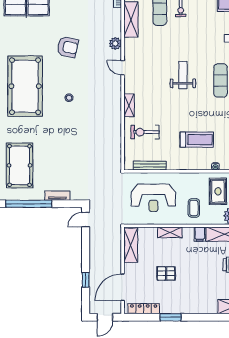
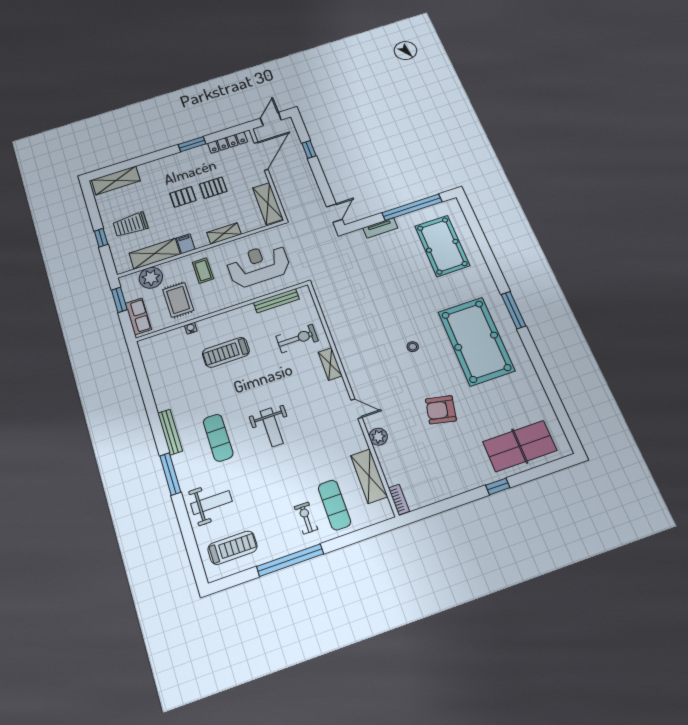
pallet: (190, 274) -> (183, 197), added

